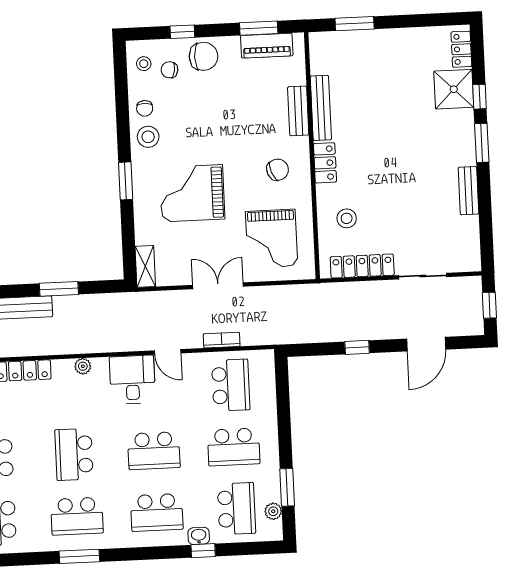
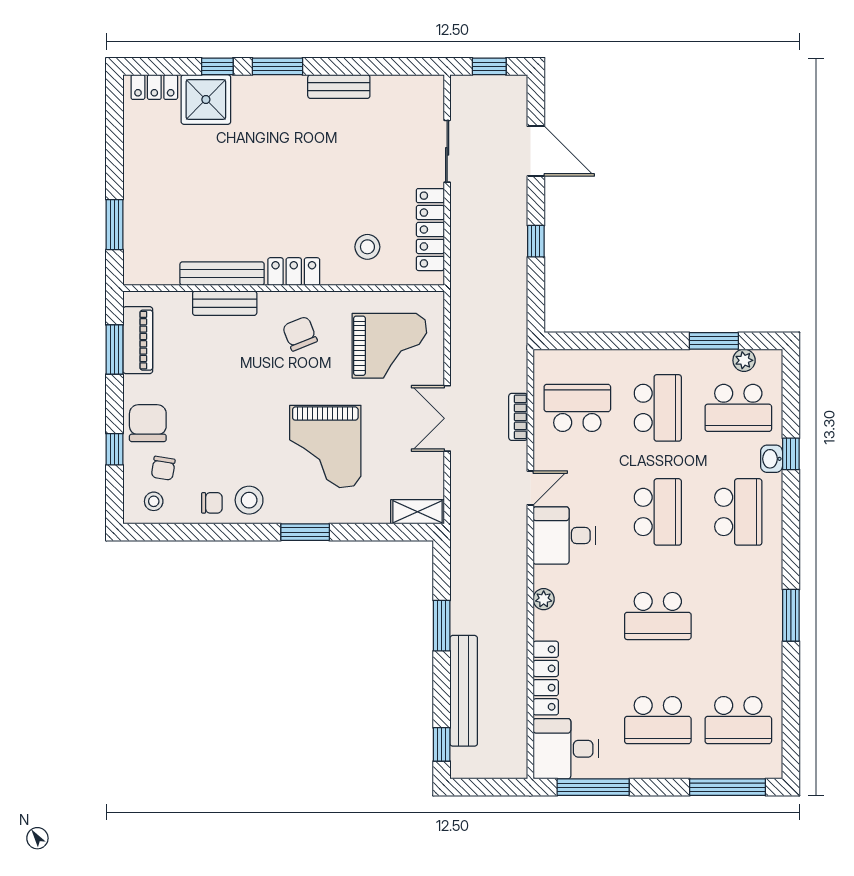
school desk: (237, 509) -> (738, 408), turned 180
school desk: (77, 516) -> (738, 616), removed

